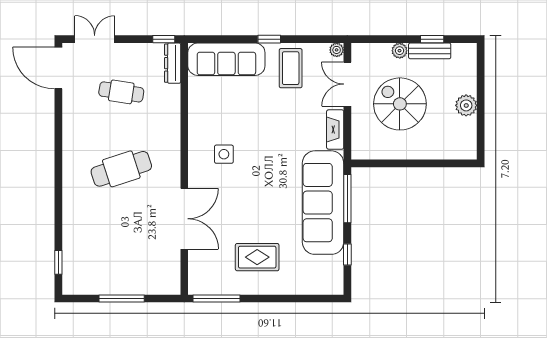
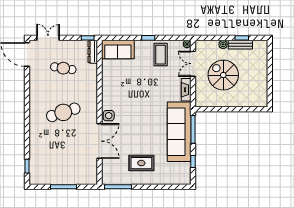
sofa: (226, 59) -> (118, 49), width x0.73
plant: (466, 105) -> (261, 76), removed
side table: (224, 154) -> (109, 116), moved

